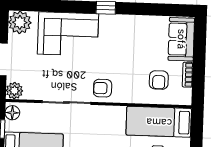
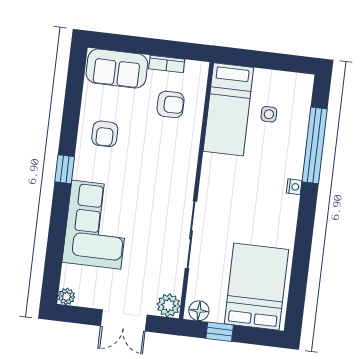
plant: (20, 22) -> (67, 296), width x0.53, depth x0.53
armchair: (103, 88) -> (105, 134), moved

